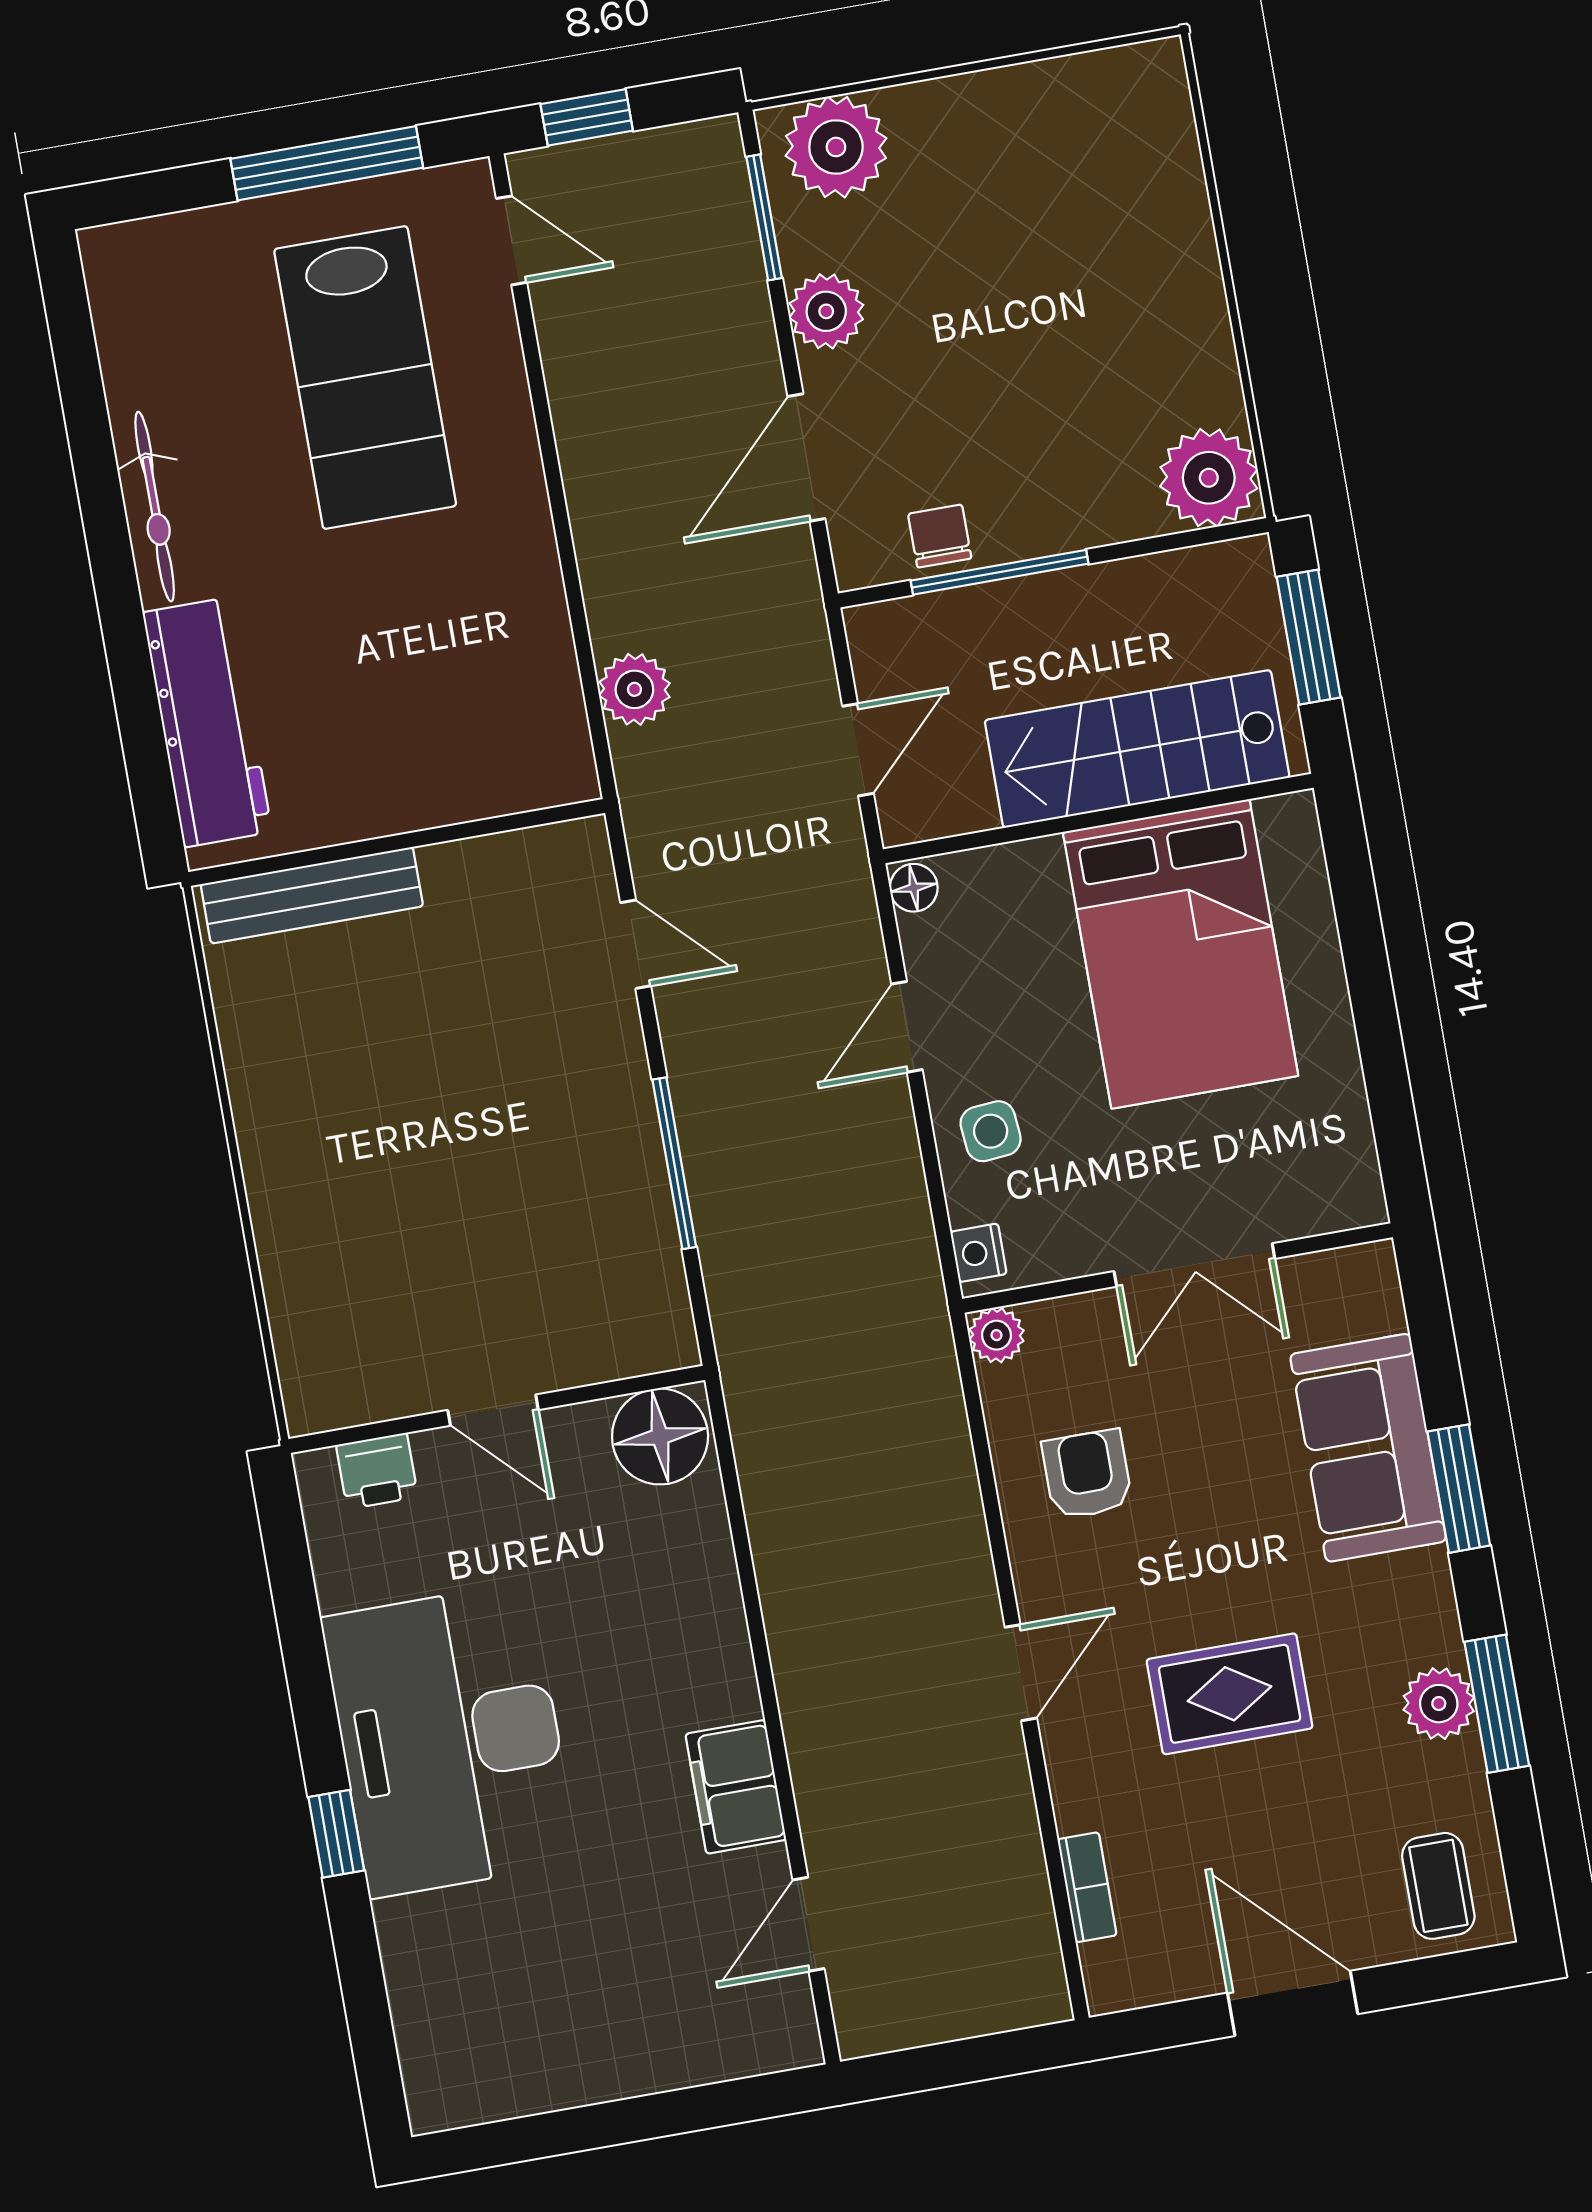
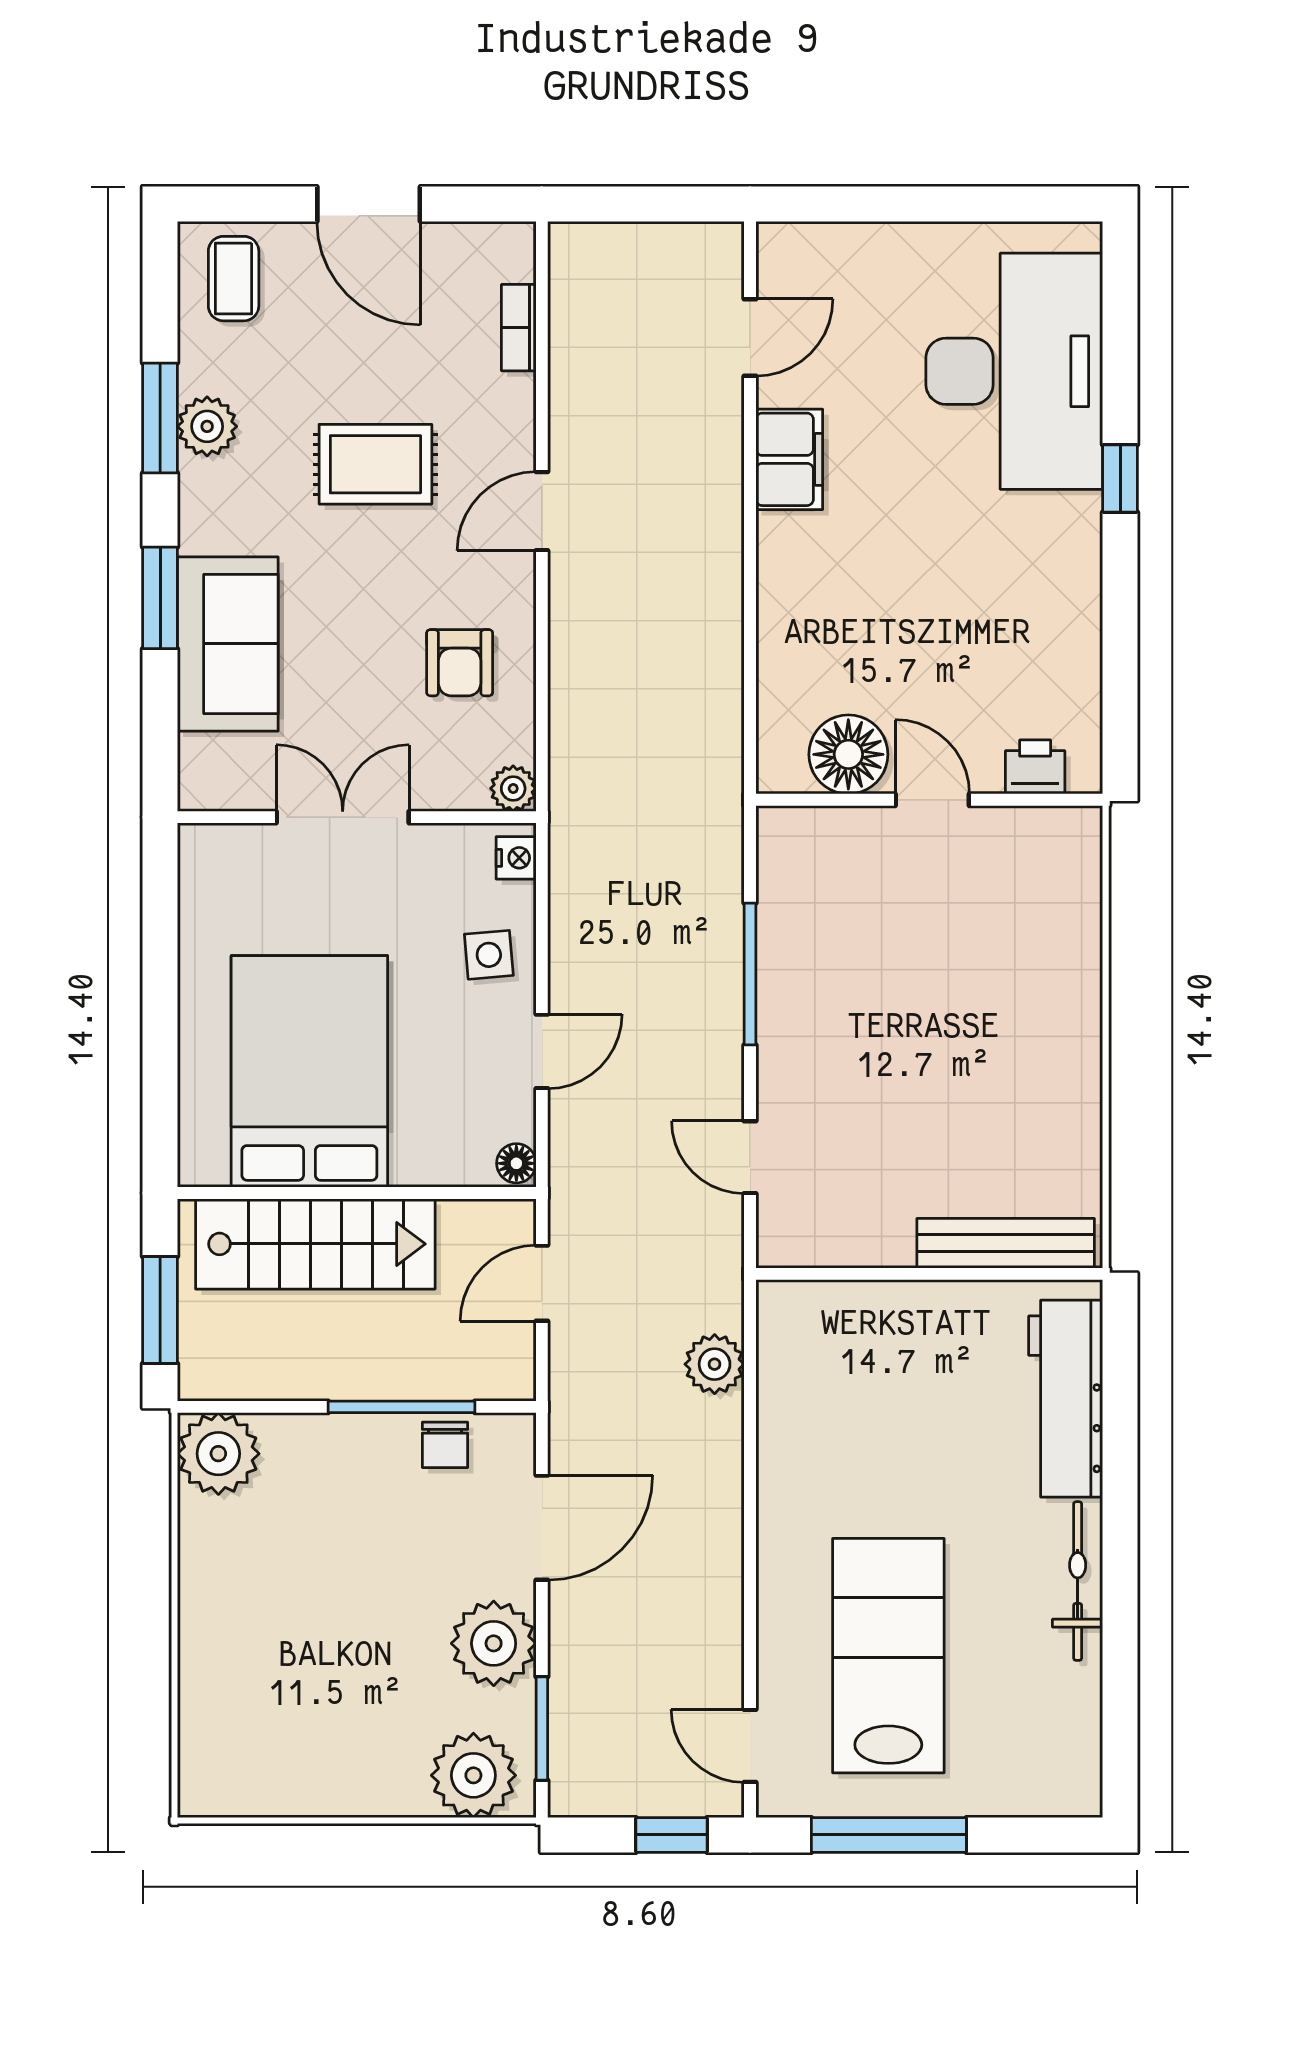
plant: (826, 311) -> (494, 1643), width x1.36, depth x1.36
floor lamp: (660, 1436) -> (848, 754), moved
desk: (450, 1740) -> (1014, 371), moved

